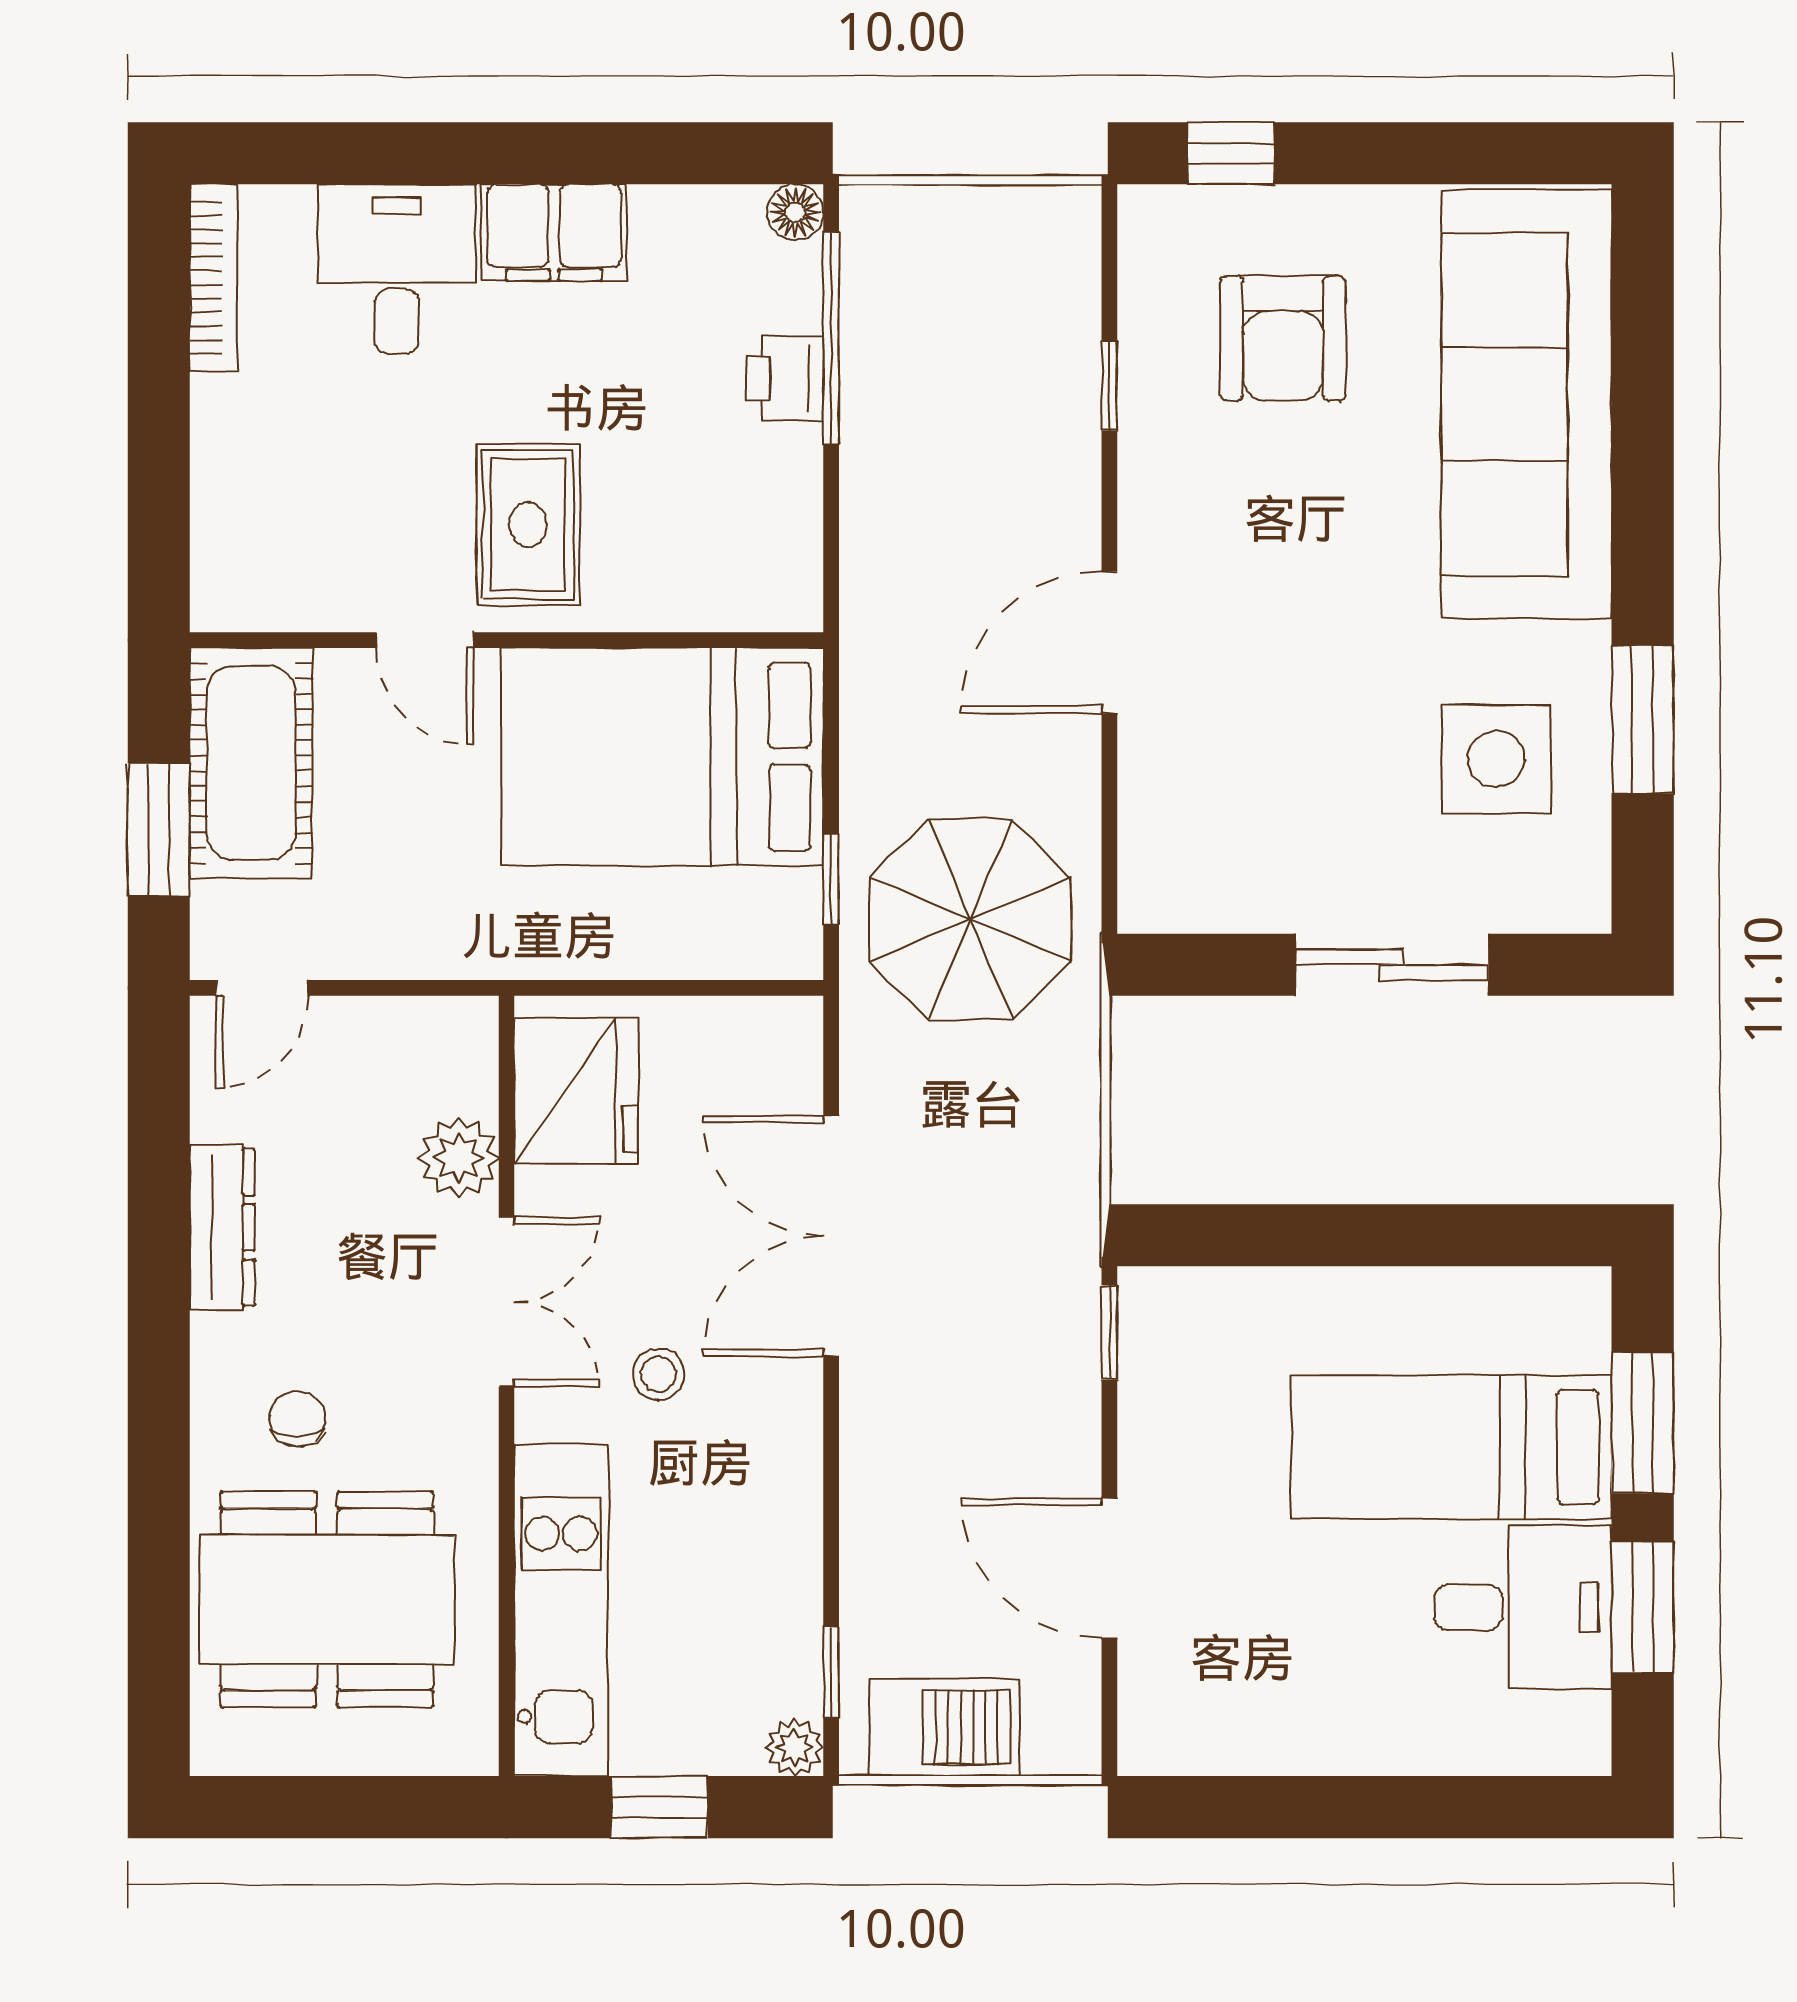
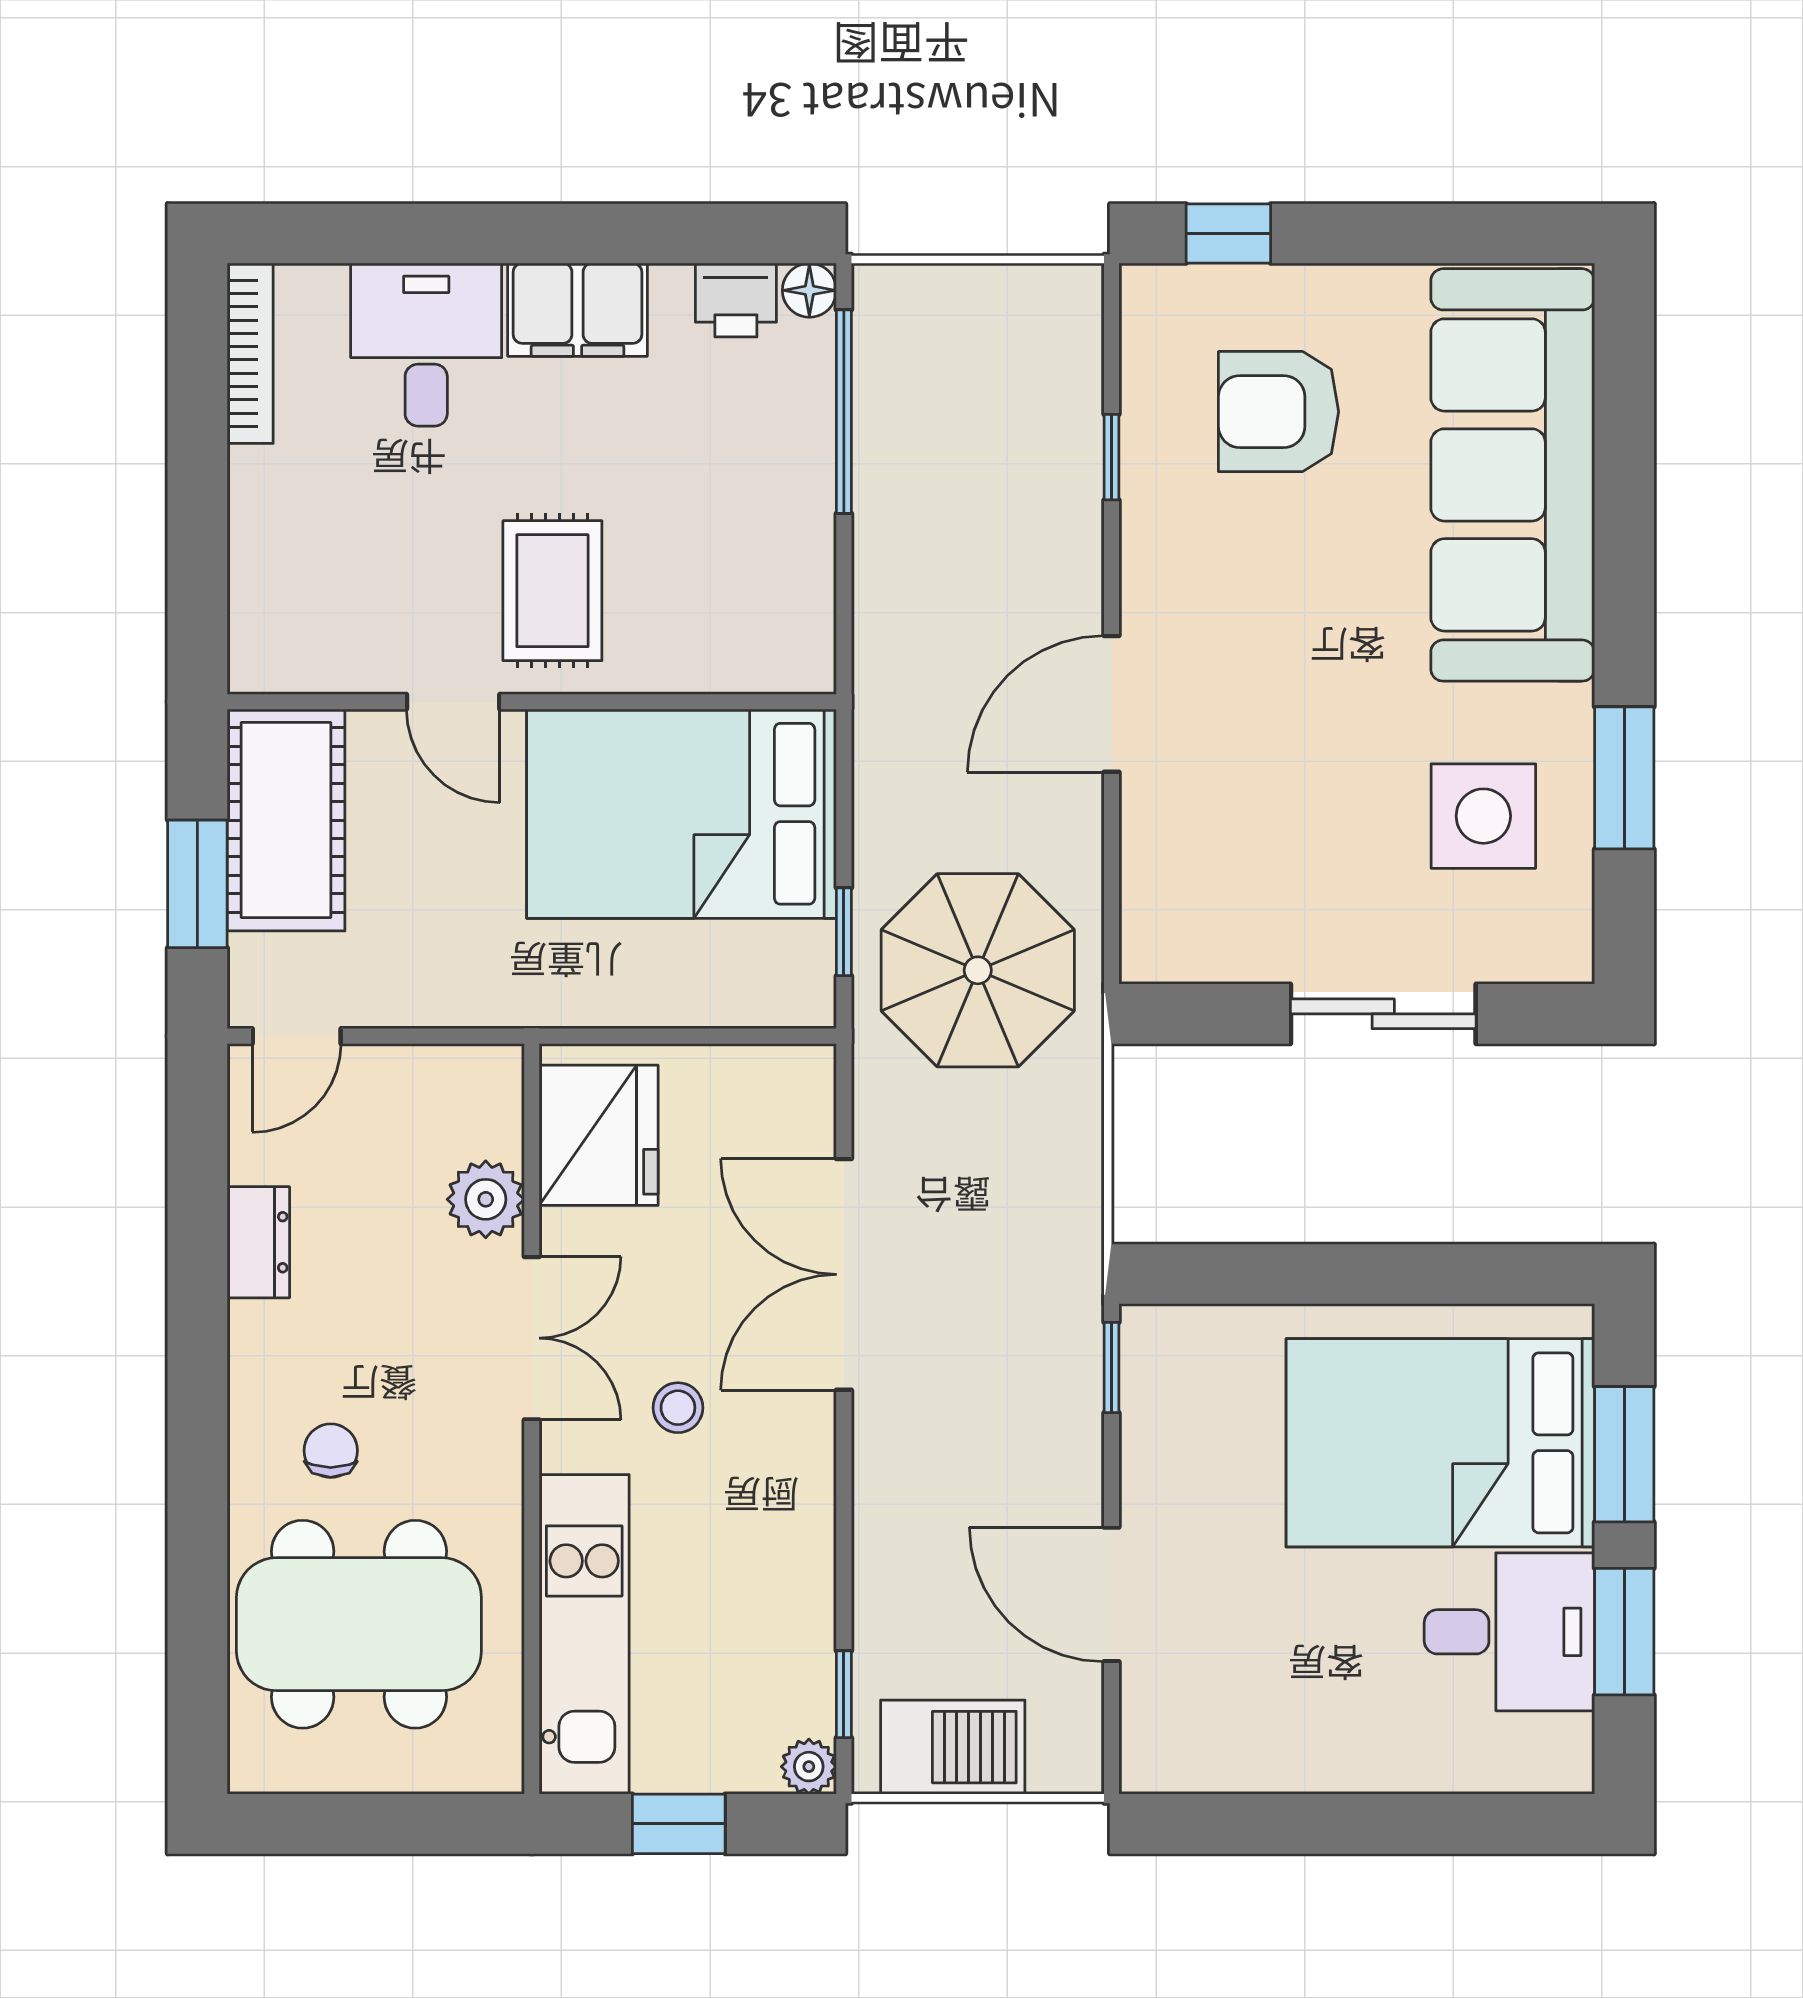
armchair: (1283, 338) -> (1279, 412), turned 90
printer: (785, 378) -> (736, 300), moved, turned -90
dresser: (222, 1227) -> (258, 1242), width x0.70
bed: (1451, 1447) -> (1440, 1443), width x1.50

